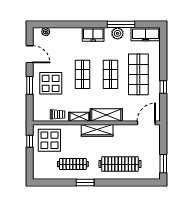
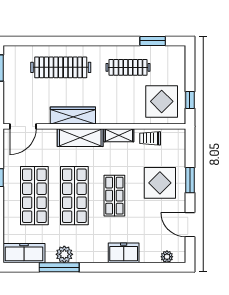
freezer: (93, 34) -> (124, 253), moved
shop shelf: (110, 74) -> (74, 196), width x1.43, depth x1.36
wardrobe: (97, 130) -> (73, 115), moved
window: (85, 182) -> (153, 41), moved

